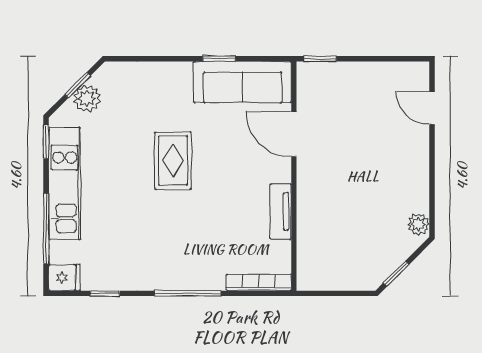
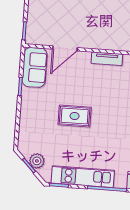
sofa: (243, 82) -> (35, 67), width x0.73

